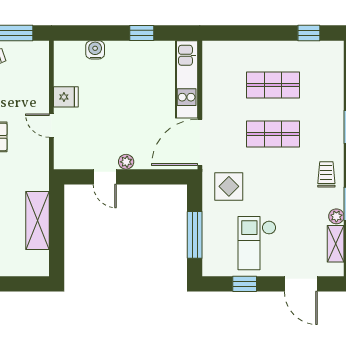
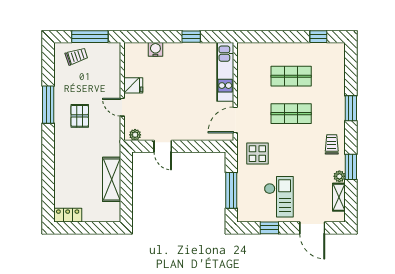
door: (200, 142) -> (235, 120), width x0.73
plant: (126, 162) -> (135, 135), moved
checkout: (257, 243) -> (279, 197), turned 180

